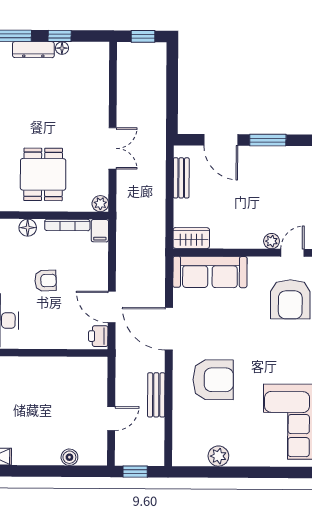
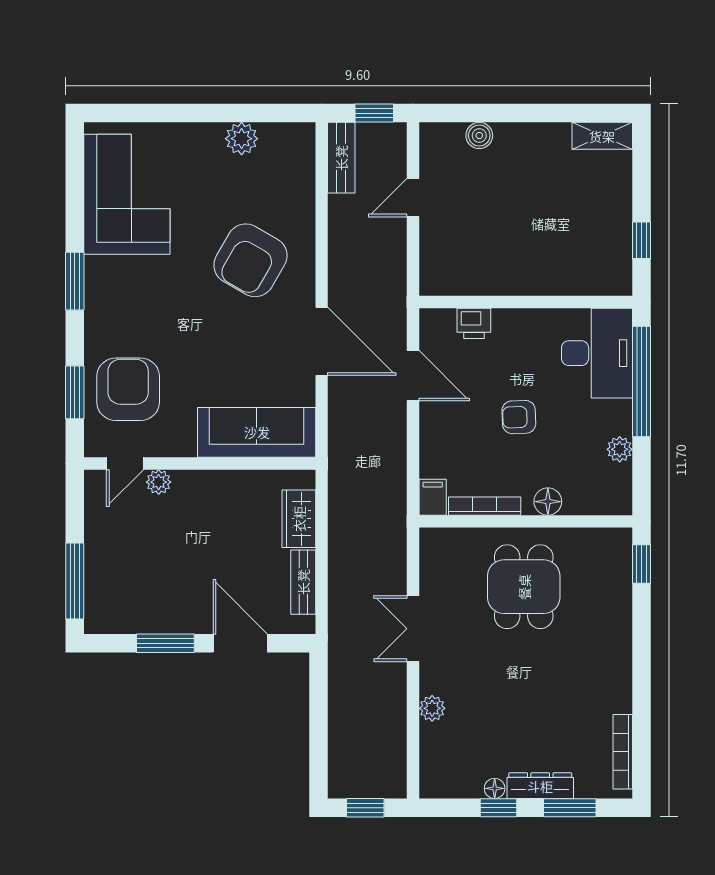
plant: (100, 204) -> (432, 708), moved
wardrobe: (191, 238) -> (299, 519), moved, turned 90
printer: (98, 336) -> (474, 323), moved, turned 90
armchair: (213, 380) -> (250, 260), turned -60
bench: (156, 395) -> (341, 158), moved

